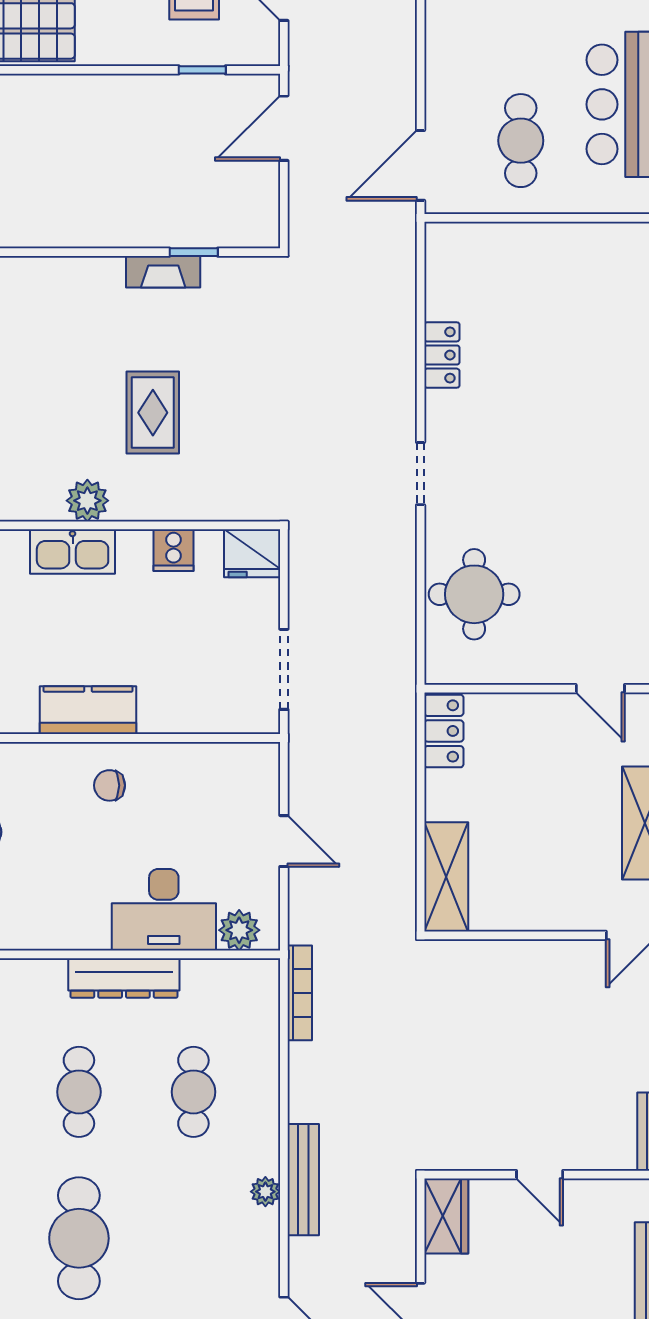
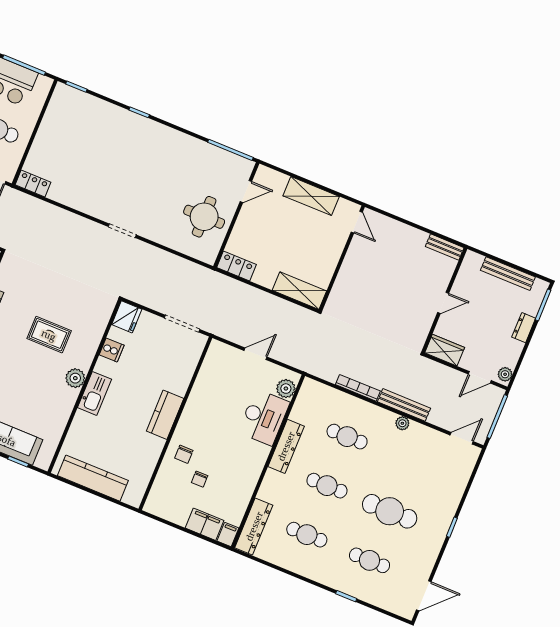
locker: (442, 355) -> (33, 183), moved
round table: (474, 594) -> (204, 217), moved
chair: (109, 785) -> (184, 454), moved
bookcase: (300, 993) -> (358, 388), moved

